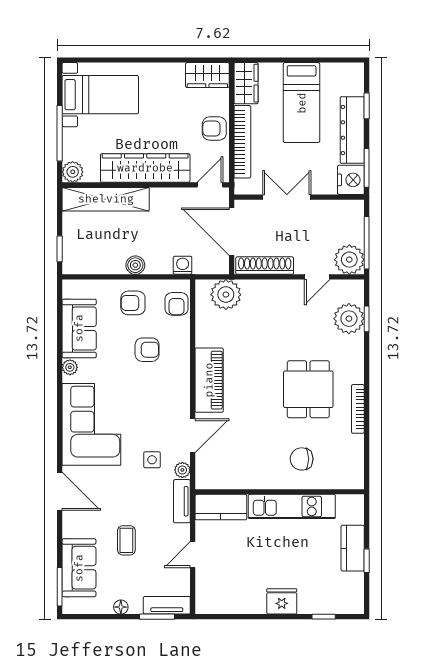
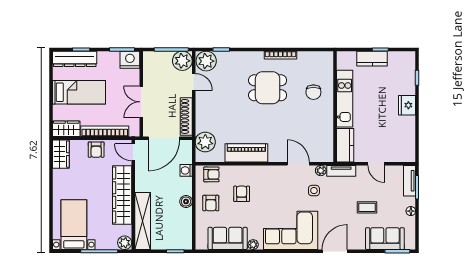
dresser: (352, 130) -> (75, 59), moved
plant: (349, 319) -> (206, 61), moved
piano: (209, 380) -> (246, 153), moved

